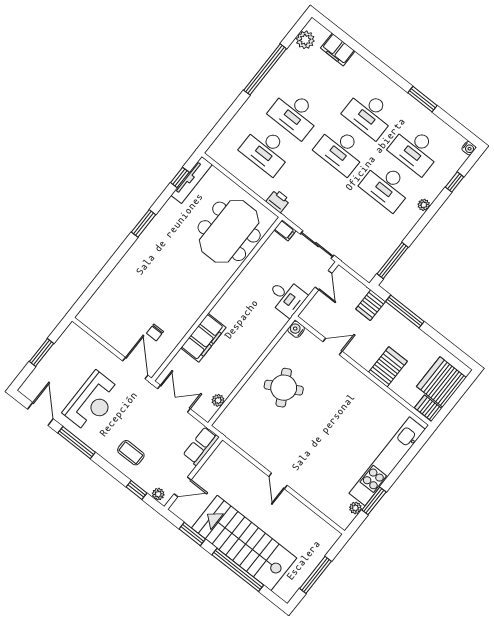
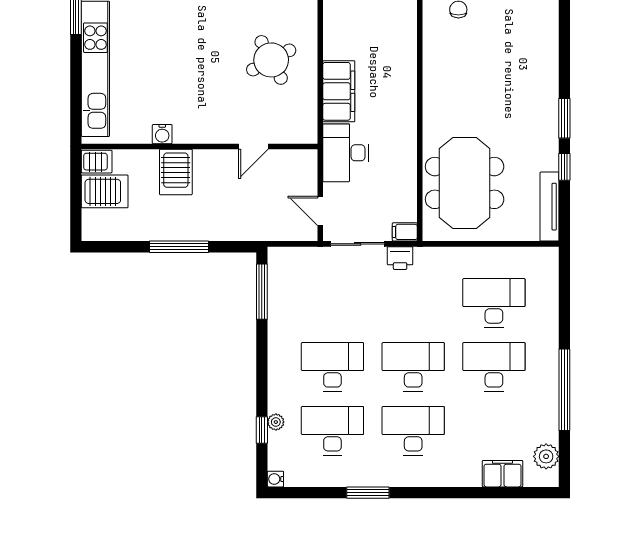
window: (180, 177) -> (564, 167), moved
printer: (278, 201) -> (400, 258), moved
plant: (424, 205) -> (276, 422), moved
desk: (287, 297) -> (346, 153), width x1.37
server rack: (371, 305) -> (247, 224), removed
window: (405, 311) -> (179, 247), moved
water cooler: (296, 329) -> (162, 134), moved, turned 90
filing cabinet: (203, 338) -> (339, 91), moved, turned 180
server rack: (441, 382) -> (105, 191), width x0.62

